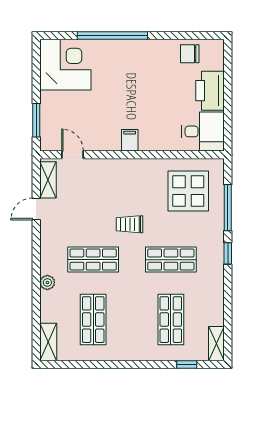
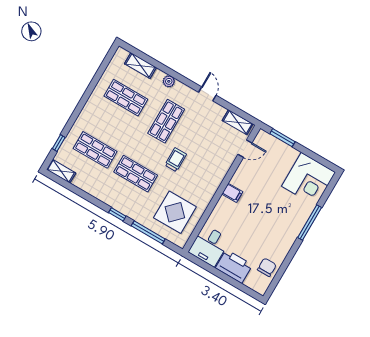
window: (112, 35) -> (310, 222), width x0.68
door: (36, 209) -> (207, 94), moved
shop shelf: (171, 260) -> (136, 174), turned 90
shelving: (48, 342) -> (140, 66), moved

